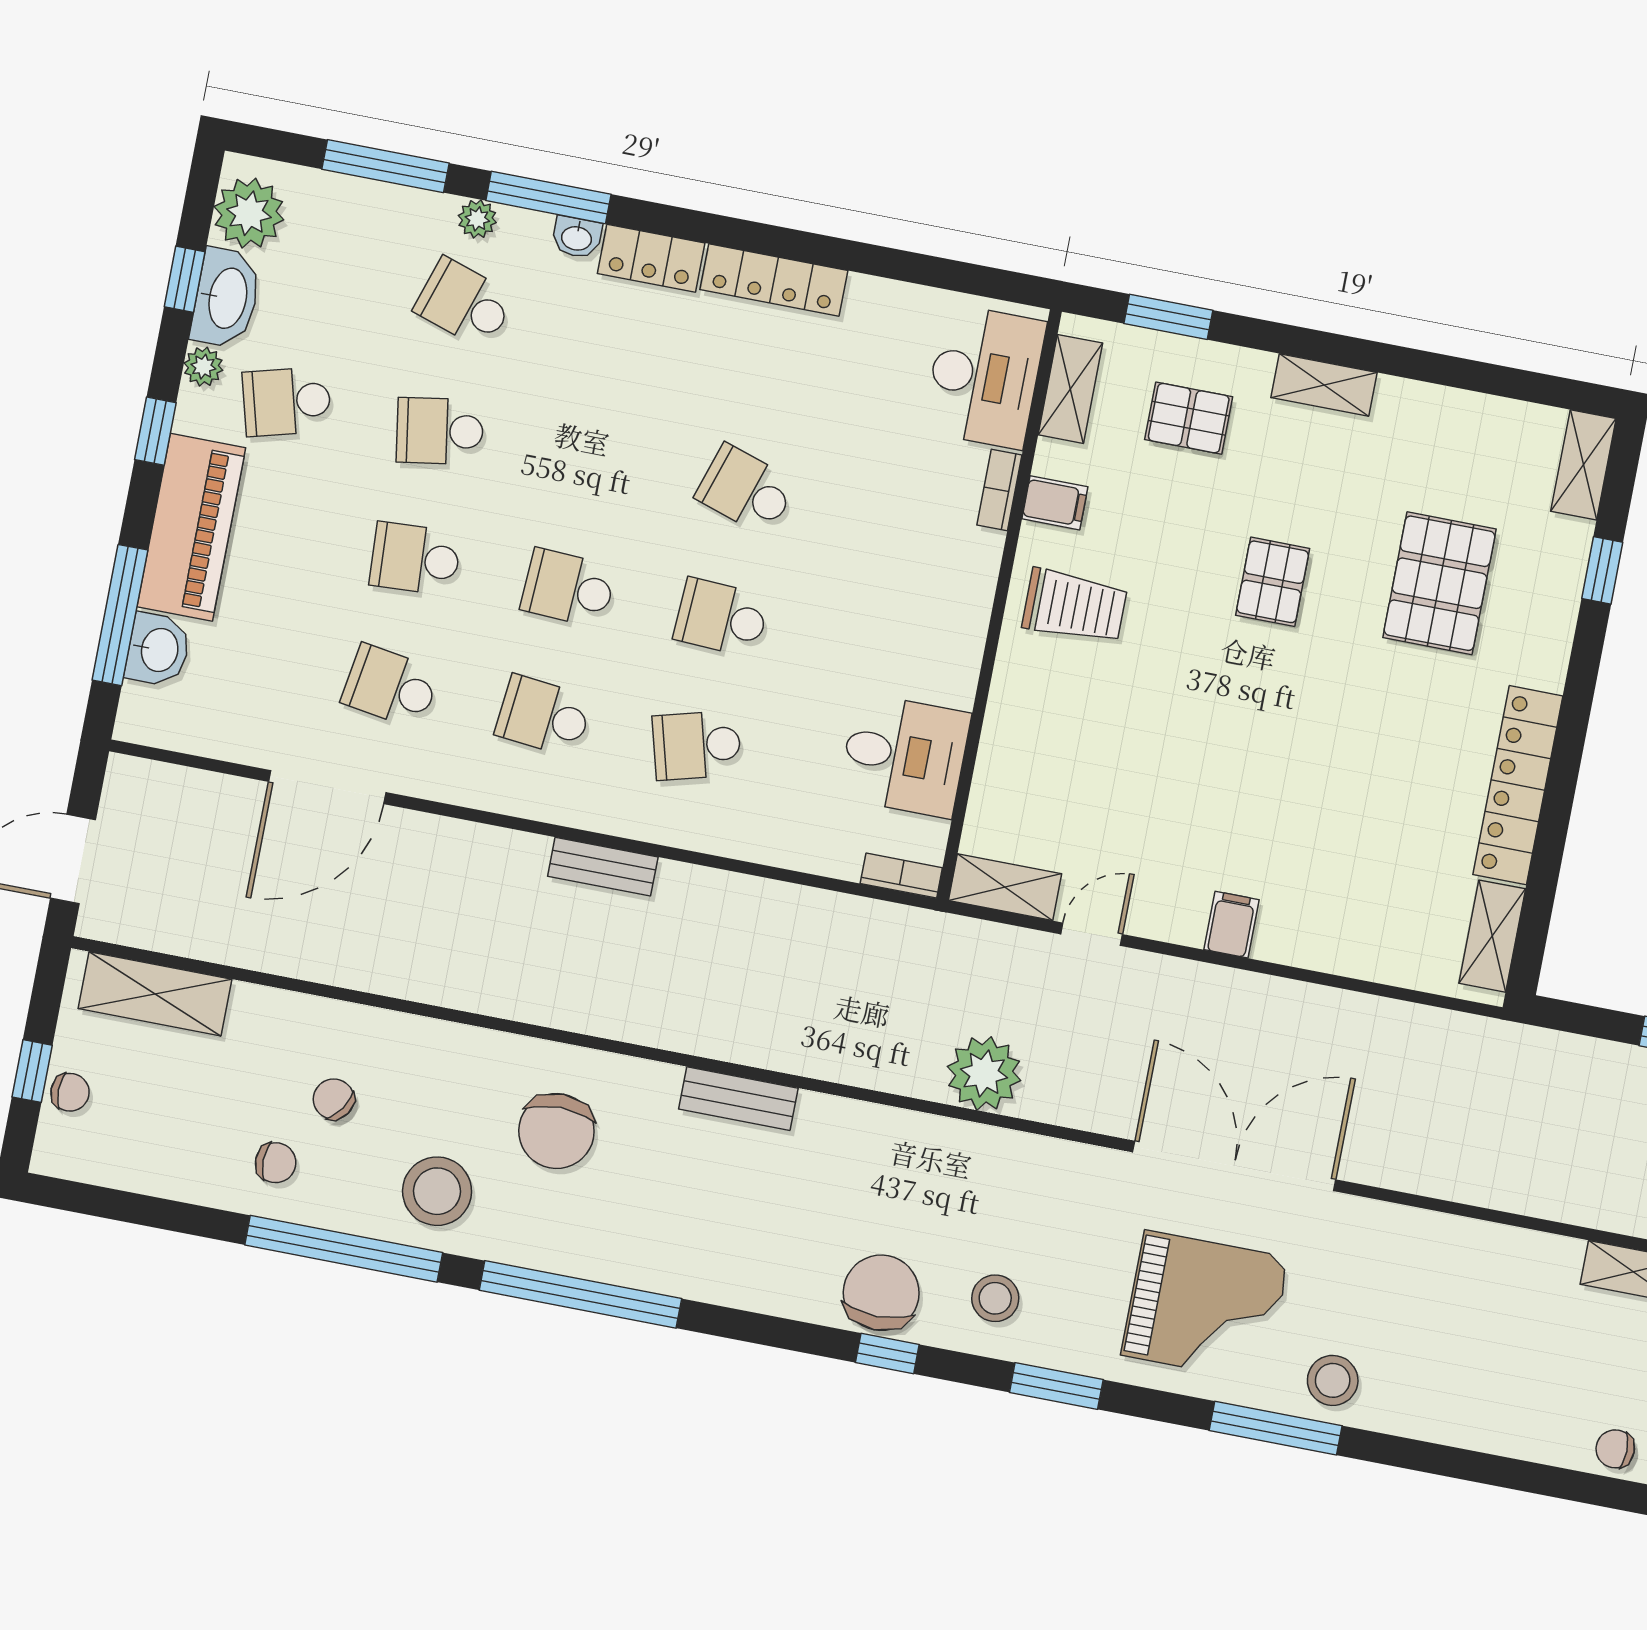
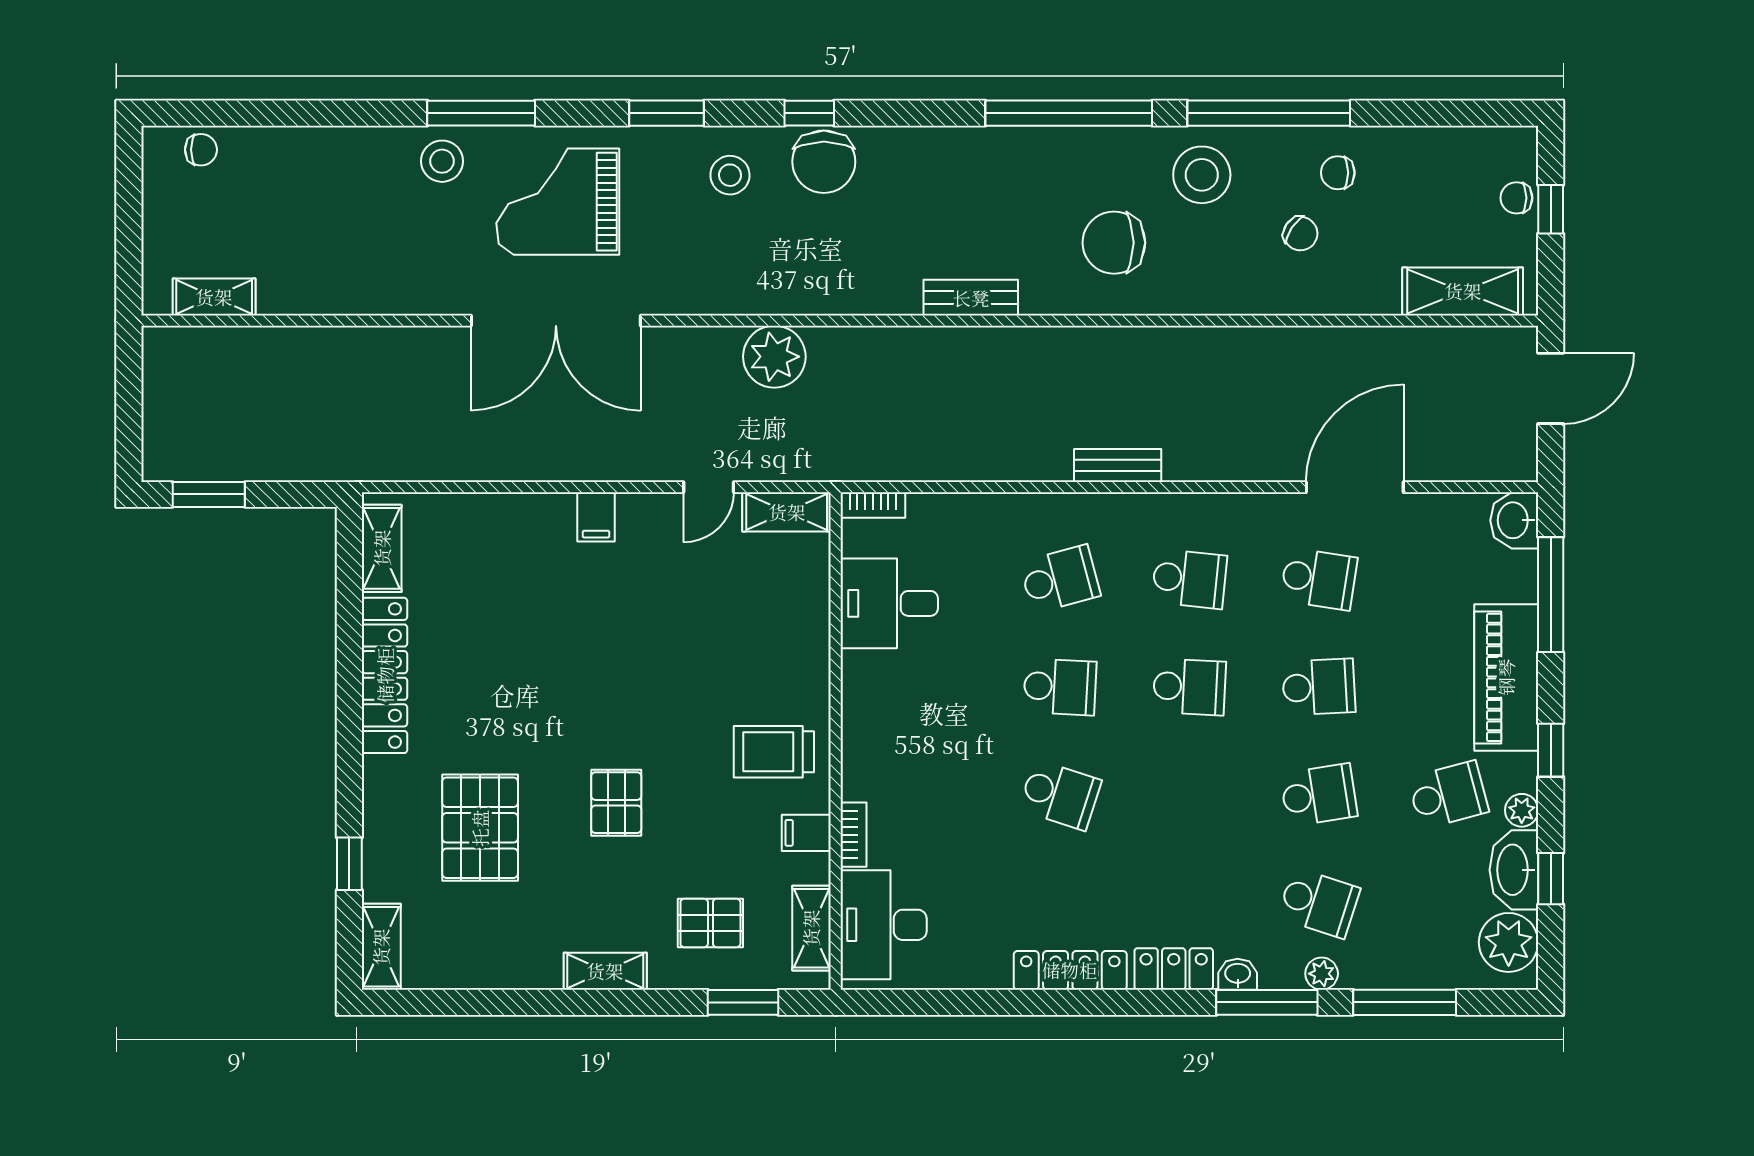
washbasin: (158, 650) -> (1514, 520), moved
chair: (556, 1131) -> (1114, 243), turned -90

